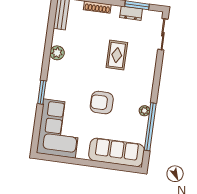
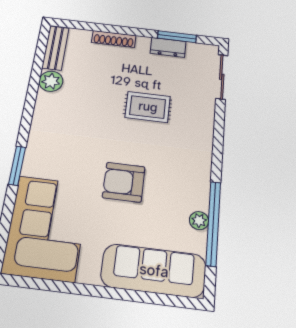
plant: (57, 53) -> (51, 81), moved
rug: (117, 55) -> (148, 107), turned 90
plant: (144, 111) -> (199, 221), moved

